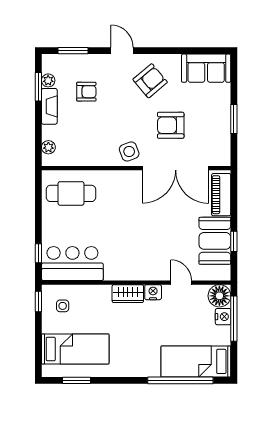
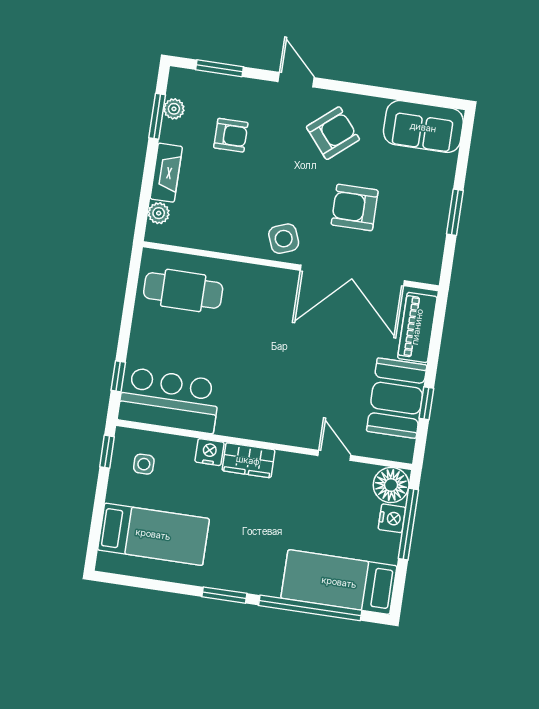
fireplace: (49, 106) -> (166, 173), moved
nightstand: (153, 292) -> (209, 452), moved
window: (77, 380) -> (224, 595), moved

